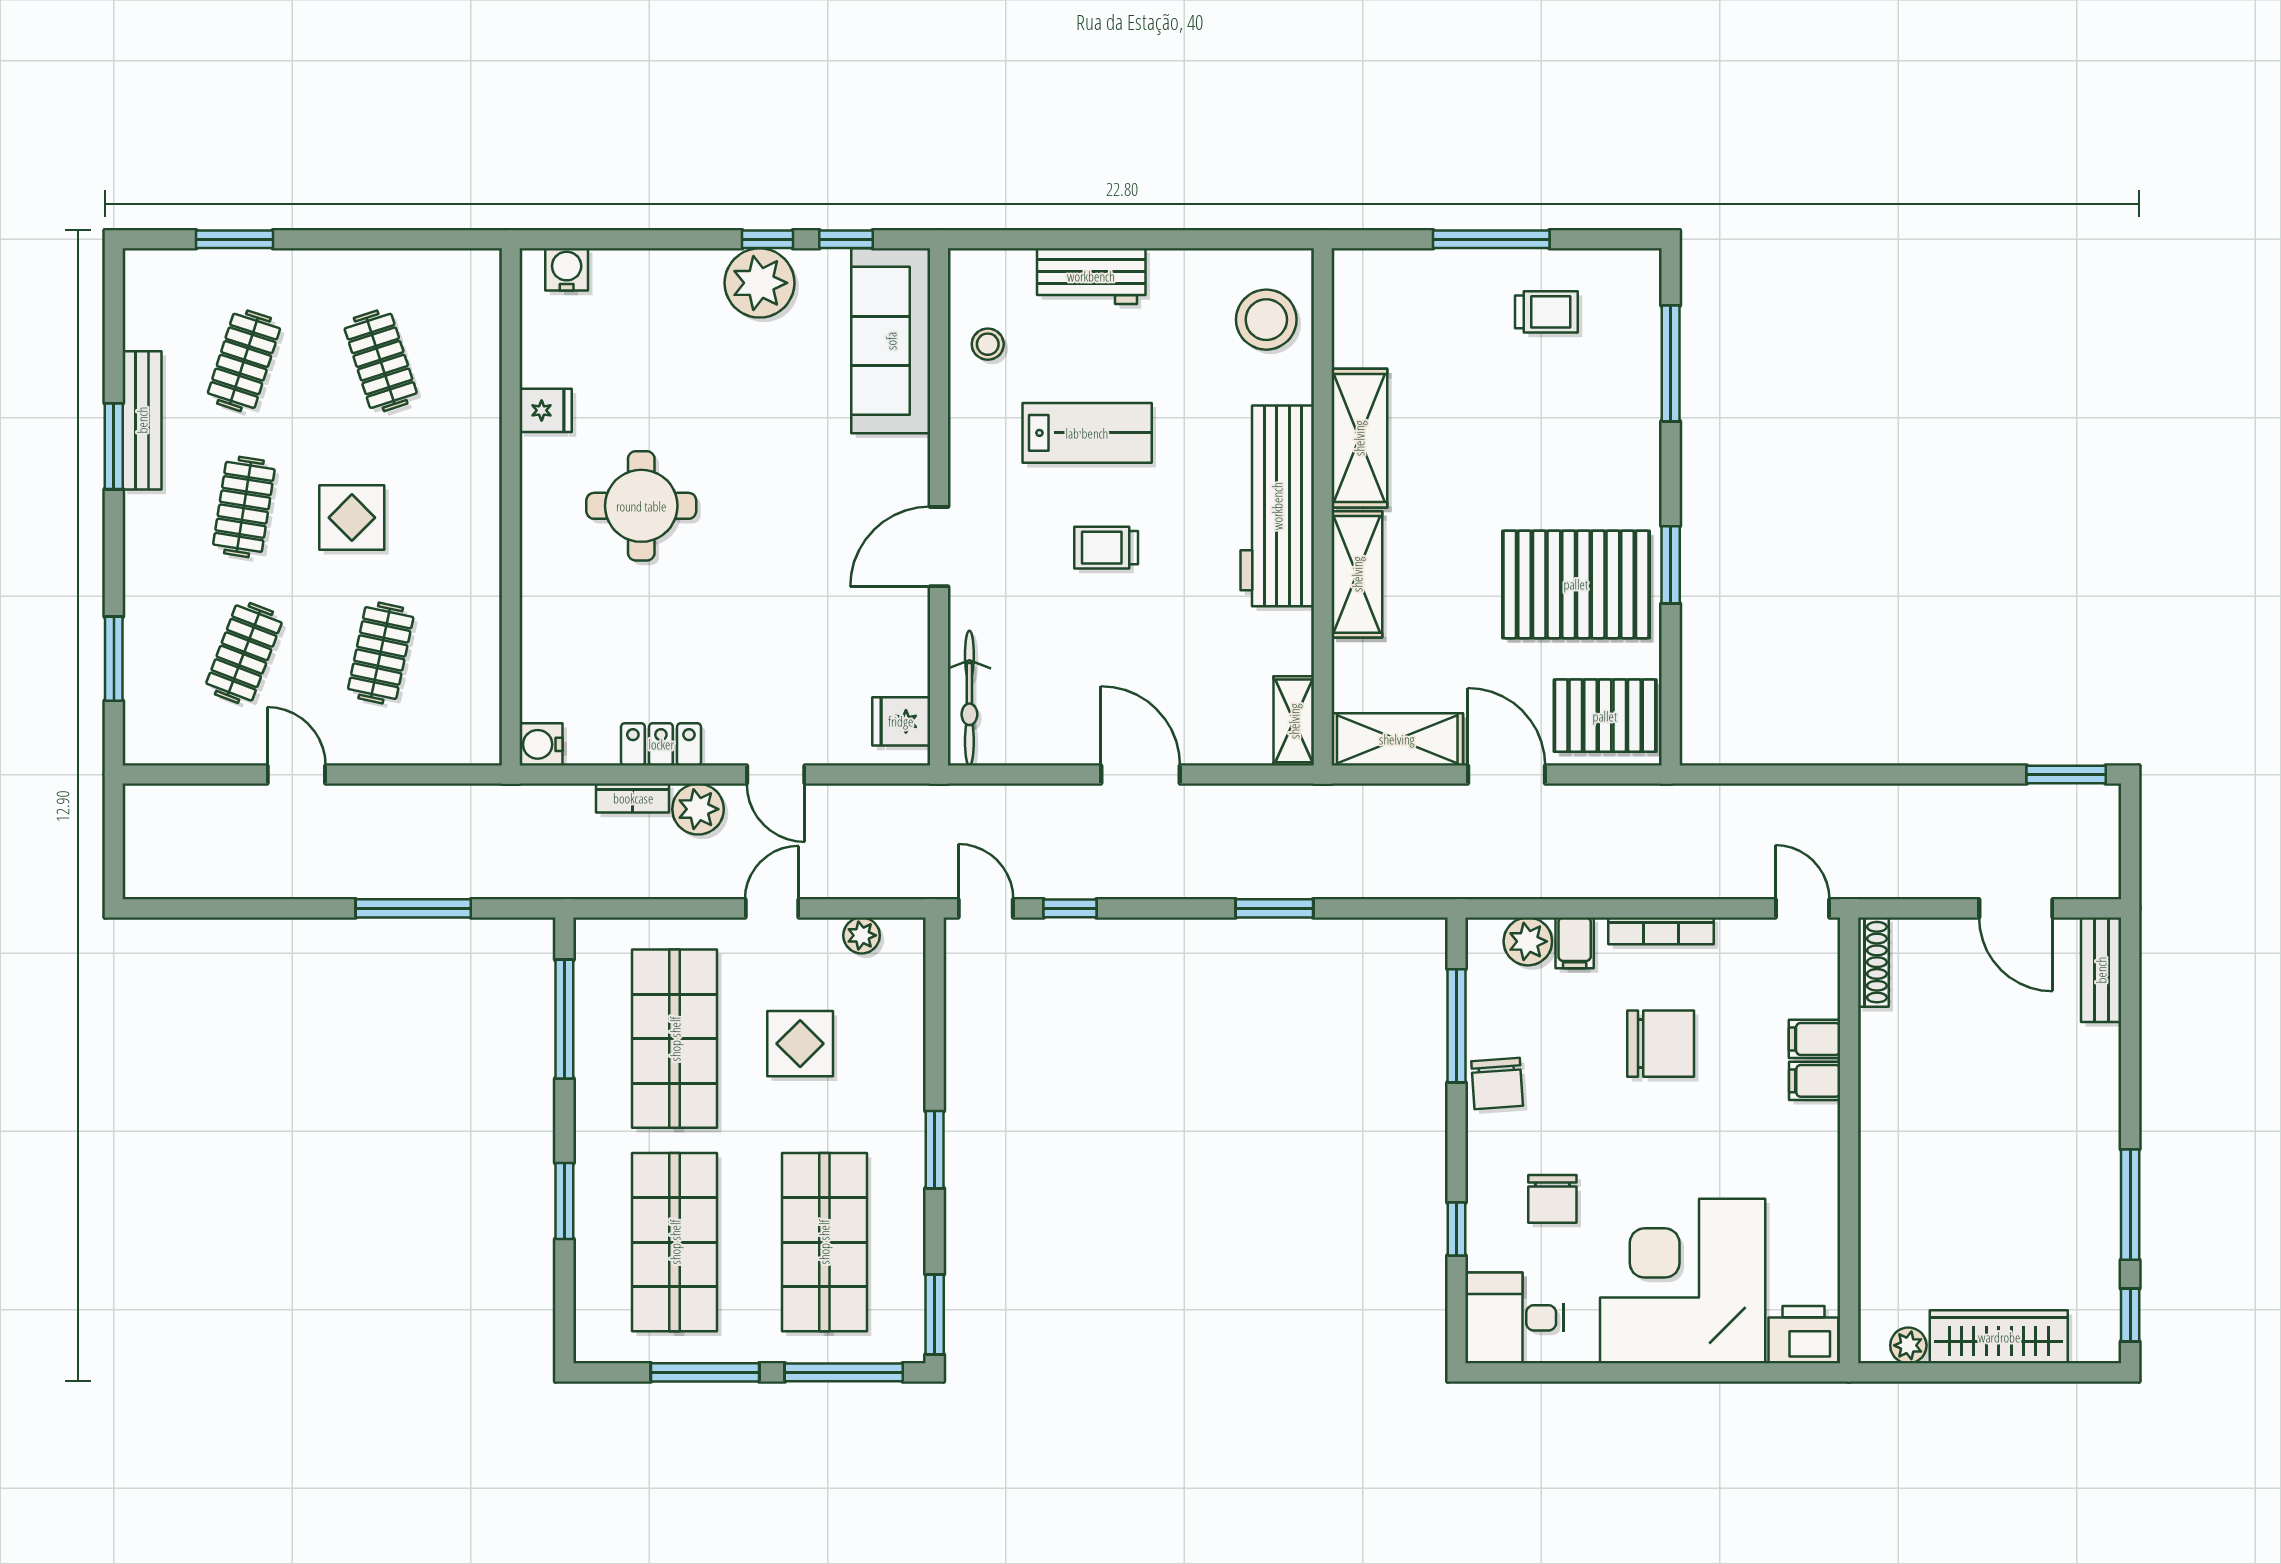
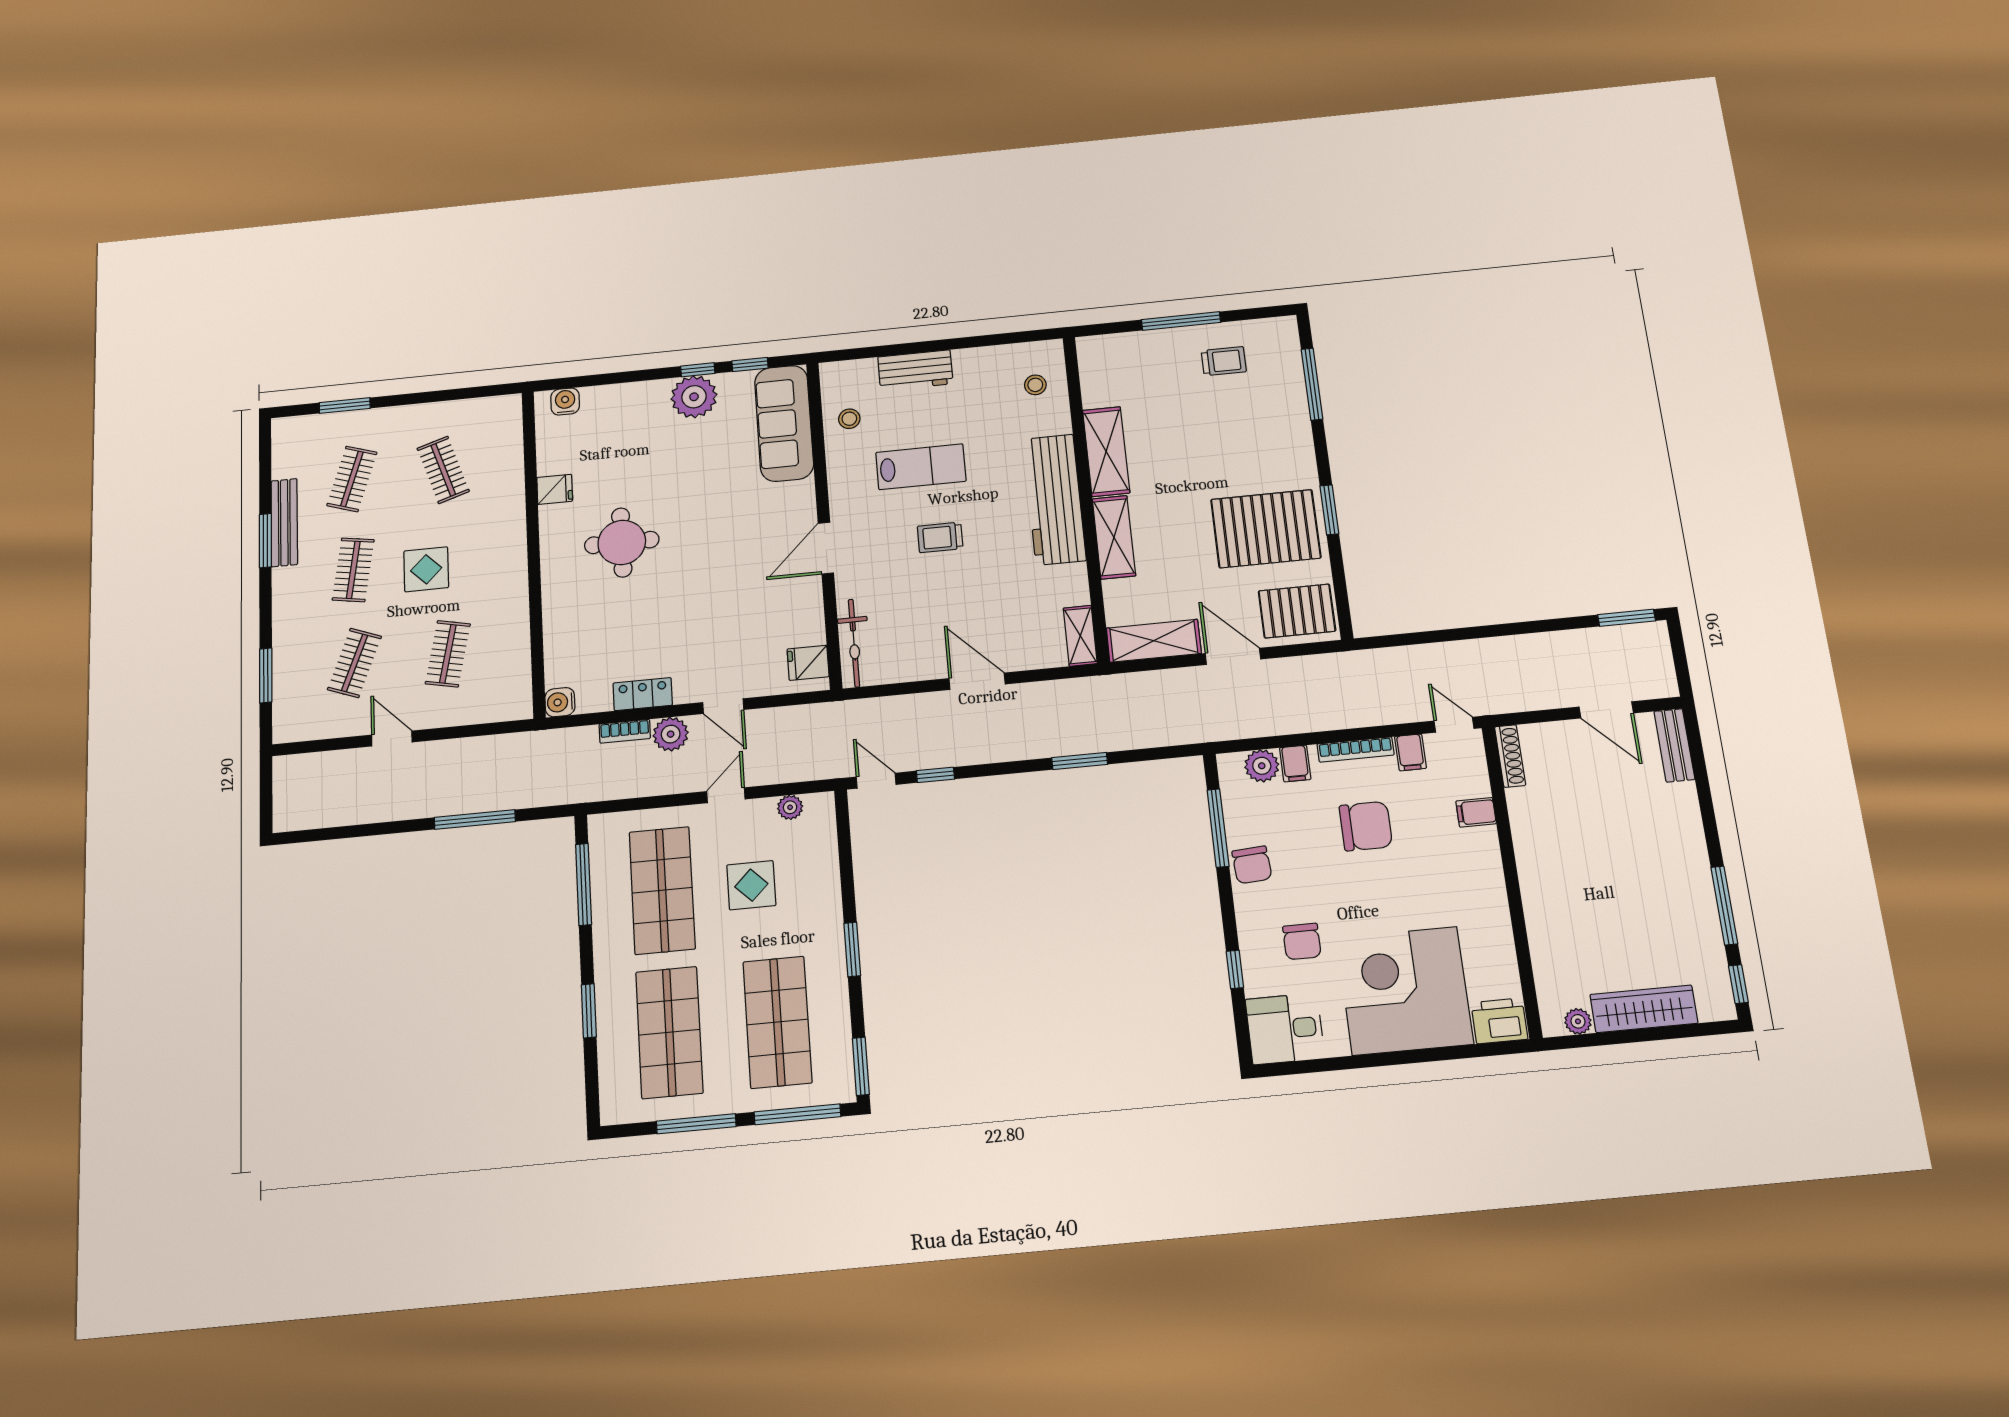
stool: (1266, 320) -> (1035, 385), width x0.53, depth x0.53
filing cabinet: (1815, 1081) -> (1410, 752), moved, turned -90

